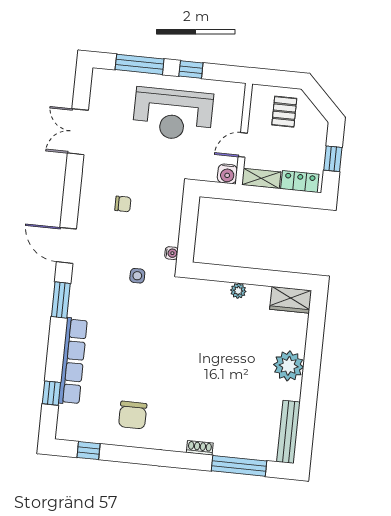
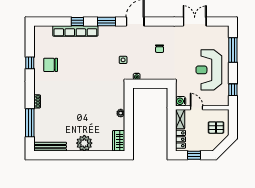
window: (191, 70) -> (233, 90), moved
window: (51, 393) -> (77, 22), moved
window: (88, 451) -> (30, 63), moved

